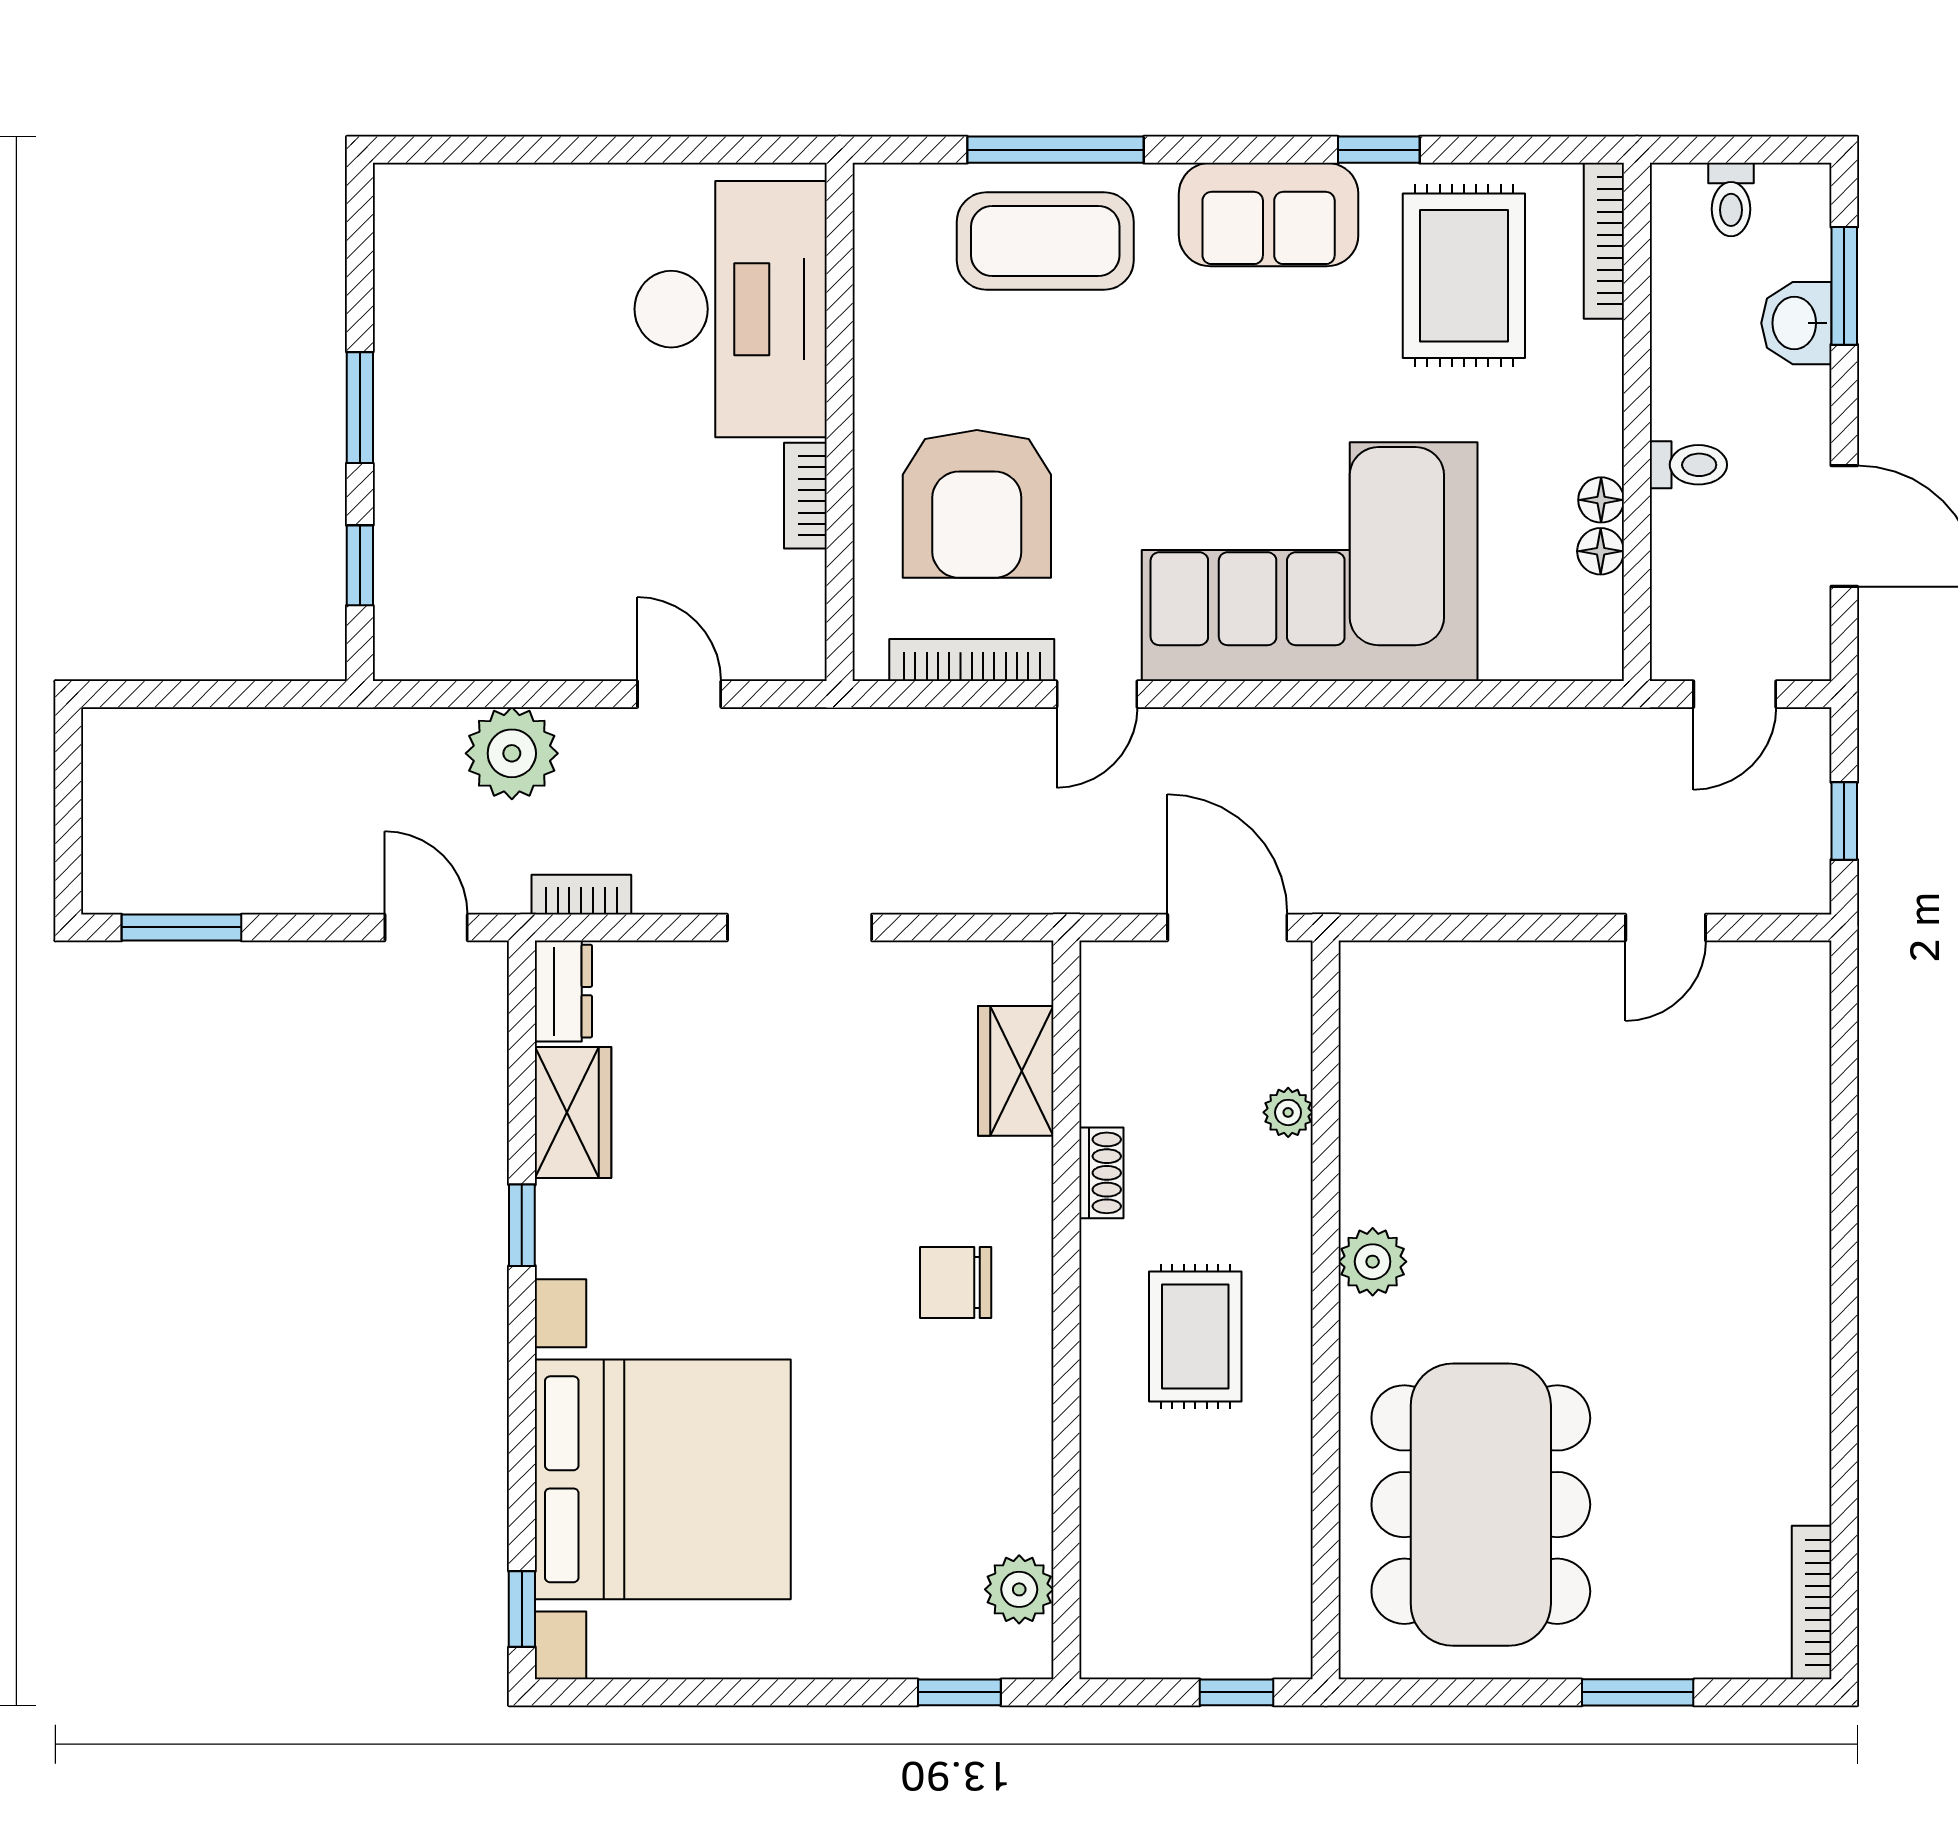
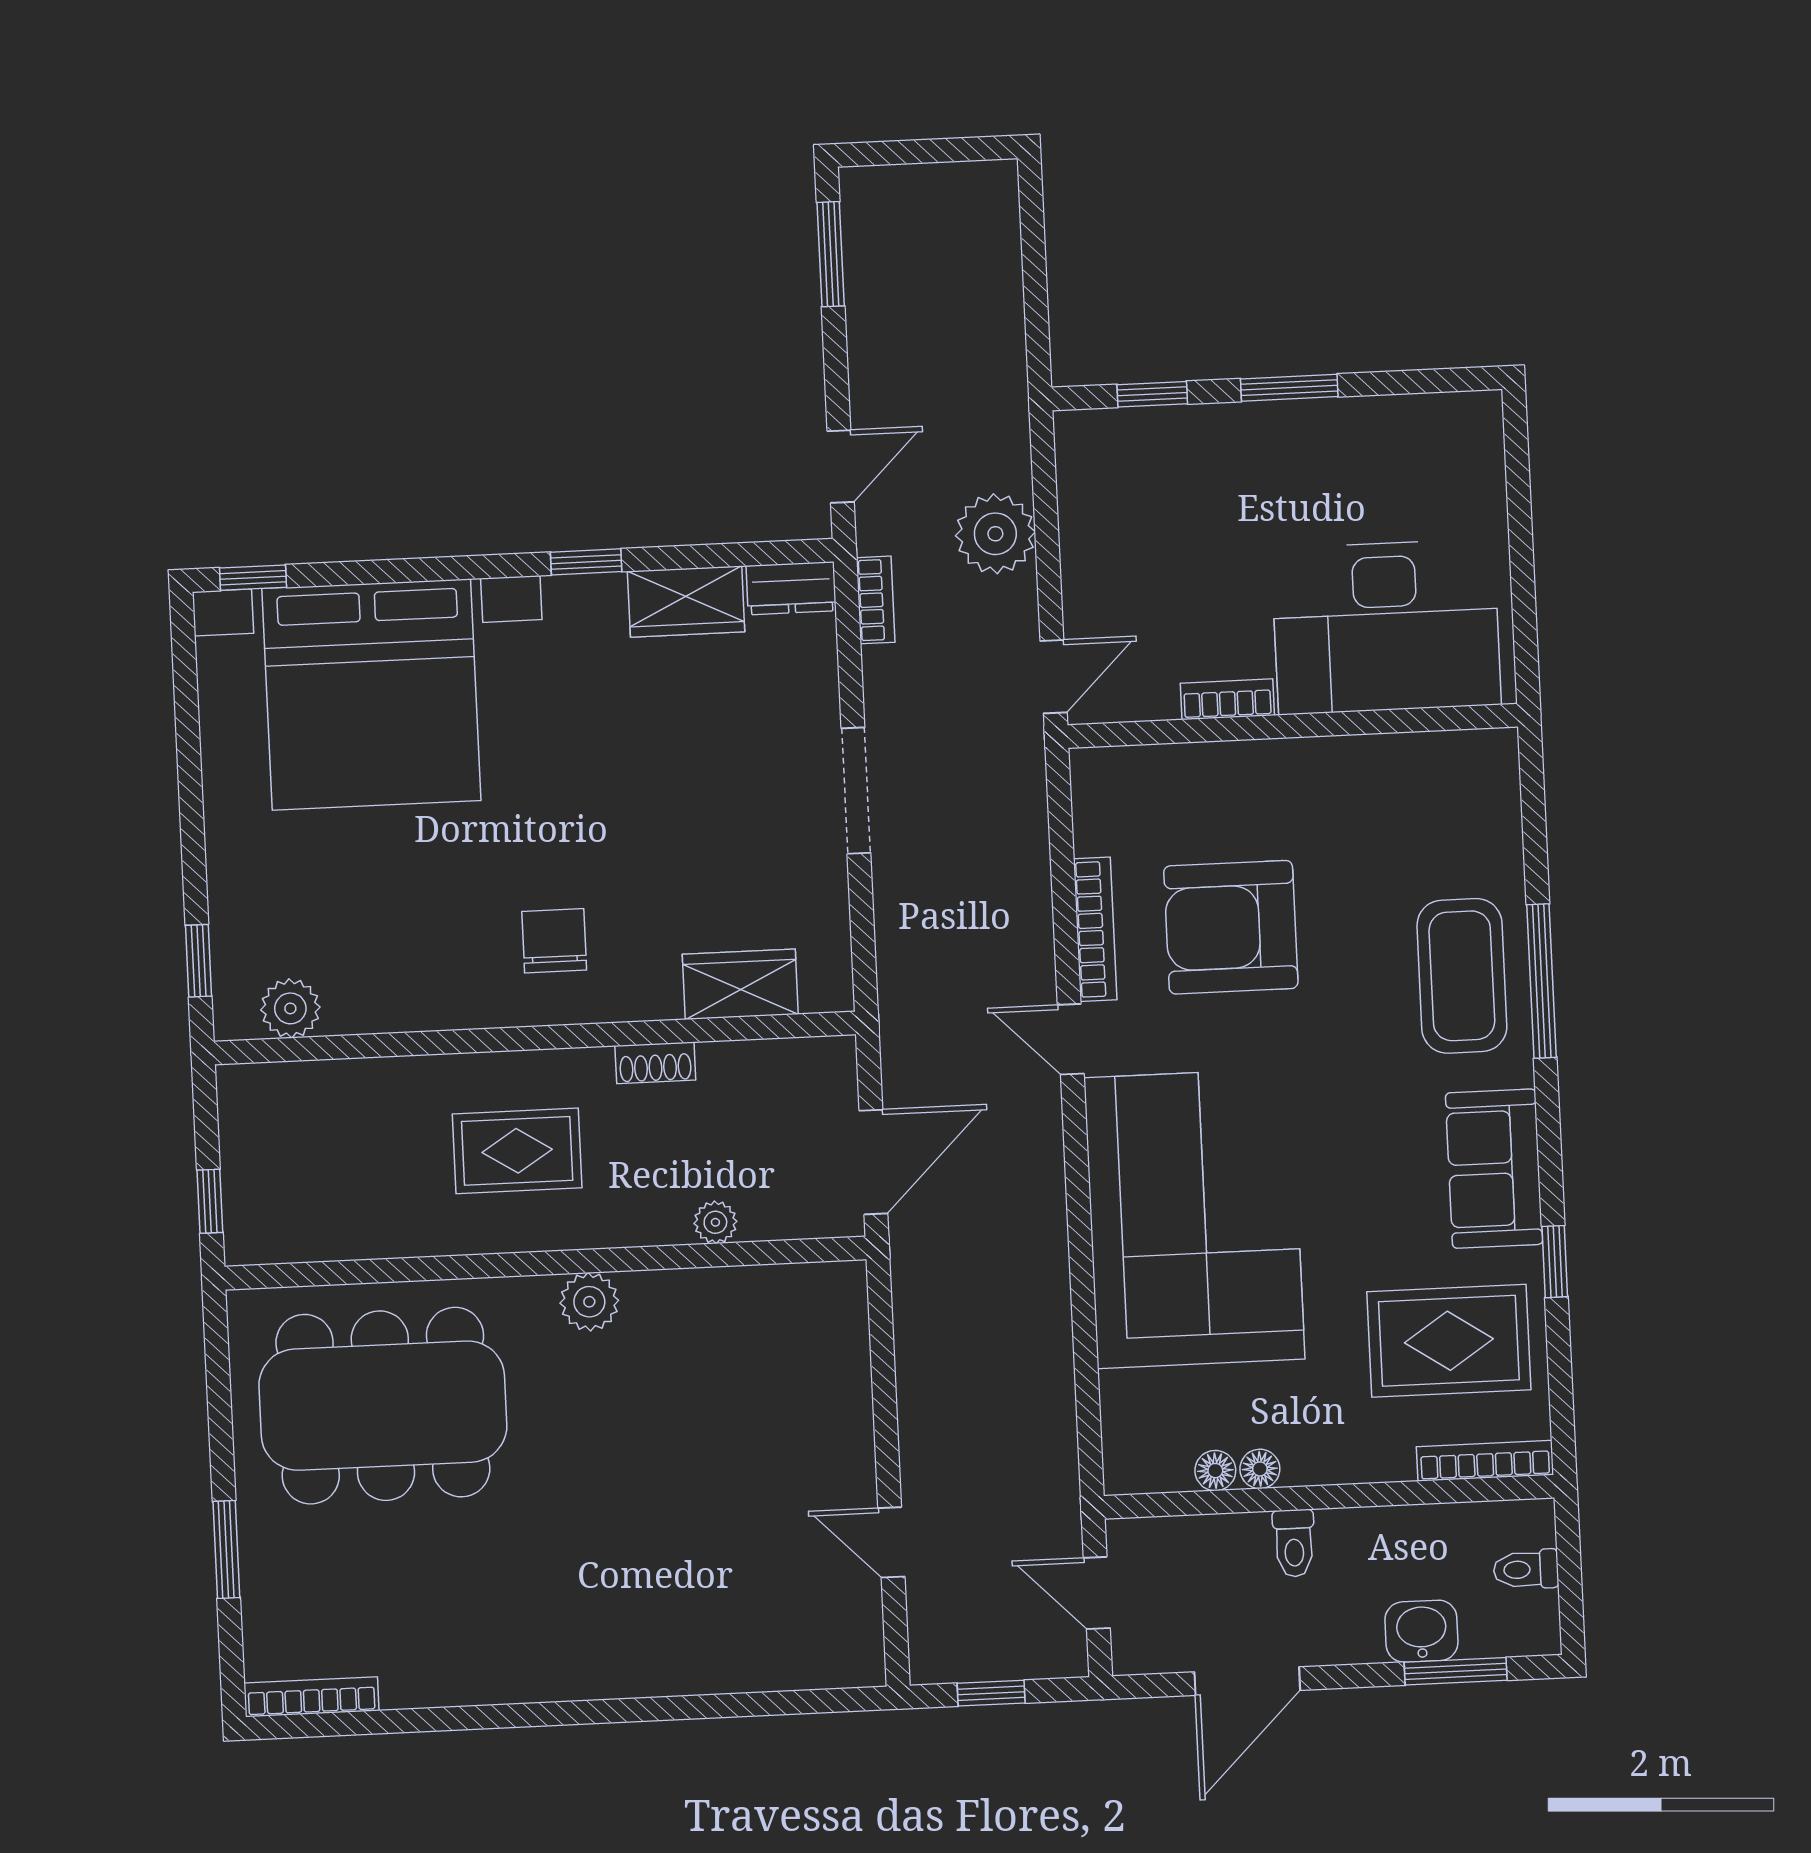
desk: (731, 309) -> (1386, 627), moved
wall: (840, 422) -> (1293, 726), moved
bookcase: (805, 496) -> (1227, 699), moved

